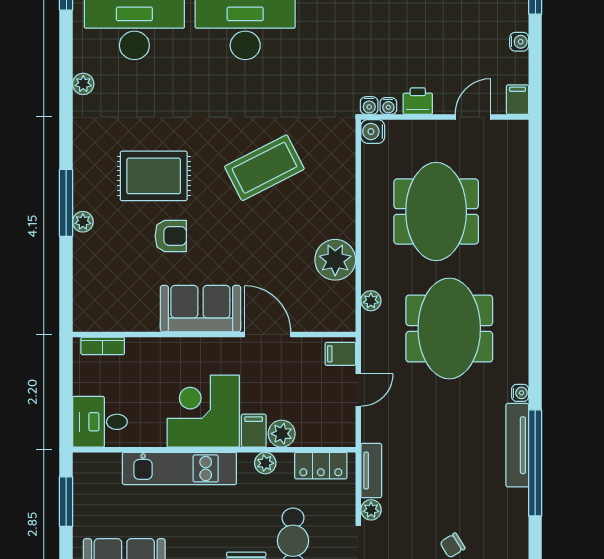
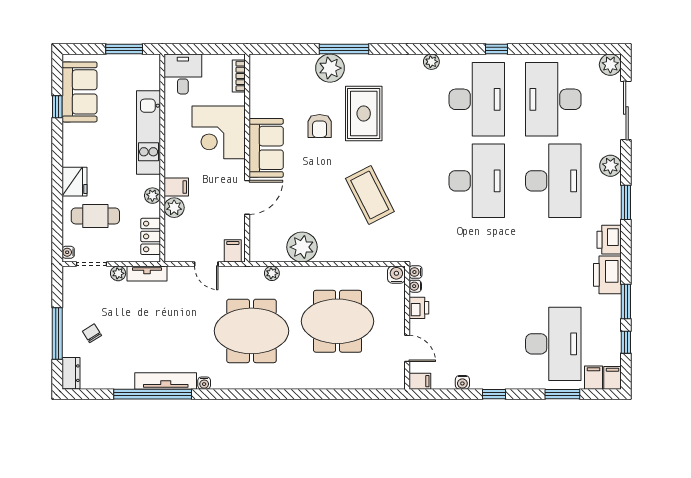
plant: (83, 222) -> (330, 68), width x1.88, depth x1.88
corner desk: (203, 411) -> (219, 132), moved, turned 180

